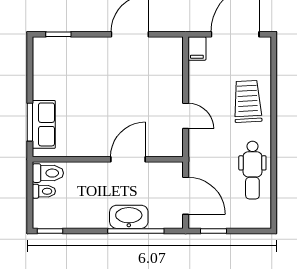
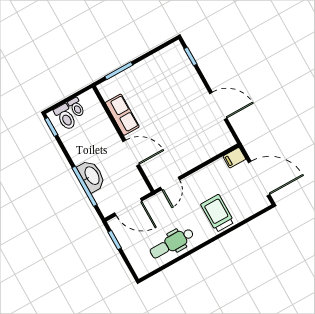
trolley: (248, 101) -> (217, 213), turned -87
door: (186, 116) -> (170, 184), moved
row of seats: (44, 124) -> (122, 115), moved, turned -90
toilet: (48, 173) -> (65, 117), moved
door: (186, 196) -> (128, 207), hinge flipped

